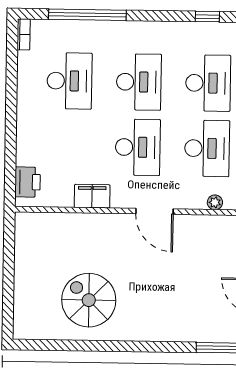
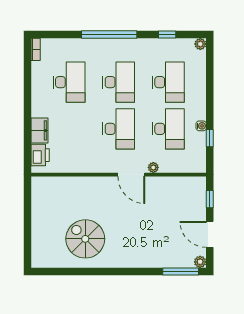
window: (87, 15) -> (109, 35), moved
filing cabinet: (92, 196) -> (40, 130), moved, turned 90
plant: (215, 202) -> (153, 167), moved

